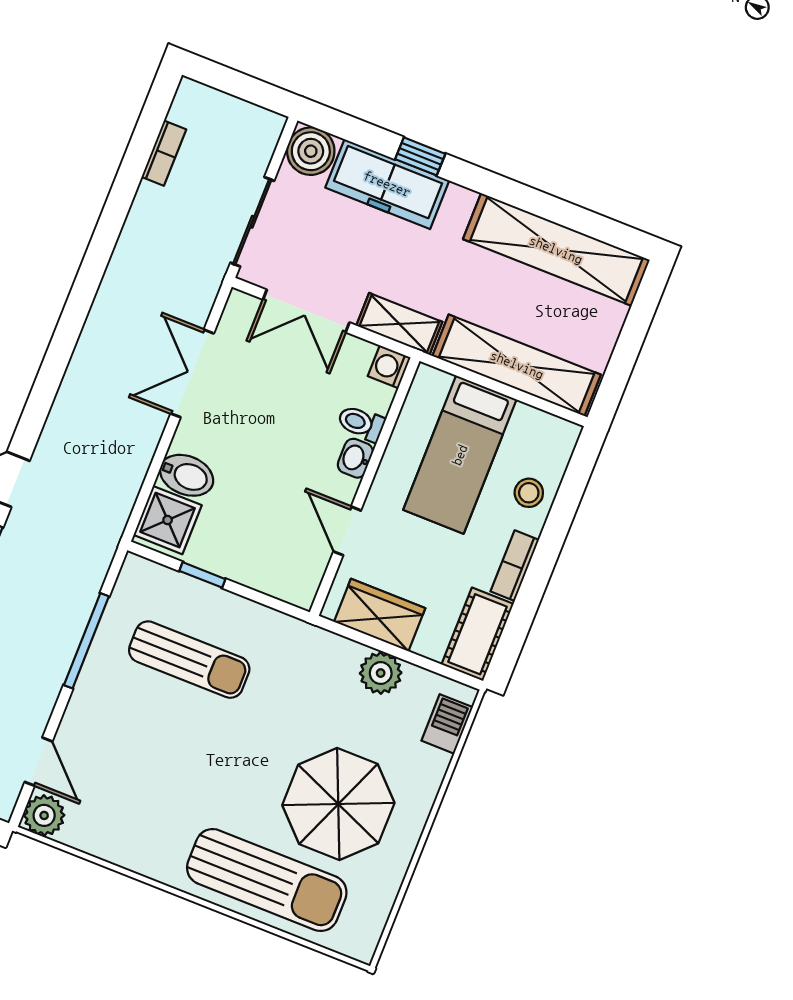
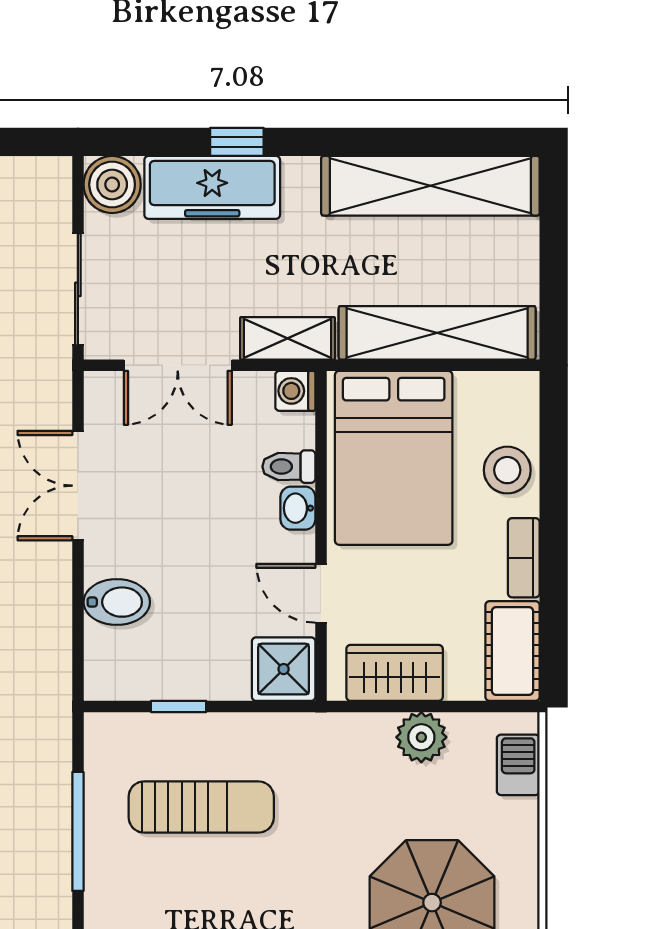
bed: (460, 455) -> (394, 458), width x1.50
stool: (529, 493) -> (507, 470), width x1.37, depth x1.37
shower: (168, 520) -> (284, 669), moved

